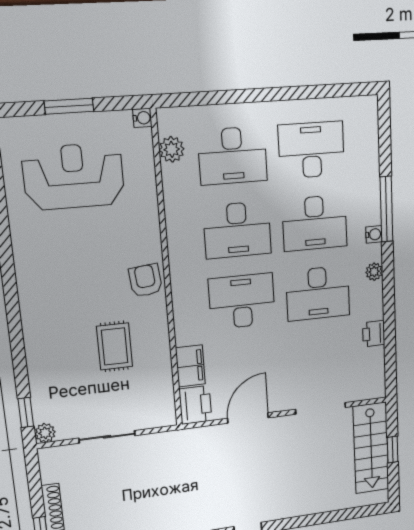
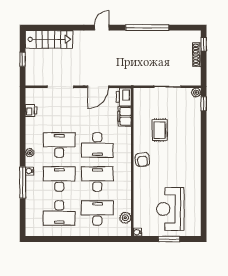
reception desk: (74, 176) -> (170, 209), turned 90
printer: (374, 334) -> (31, 110), moved
stairs: (371, 448) -> (49, 39), moved, turned 90

